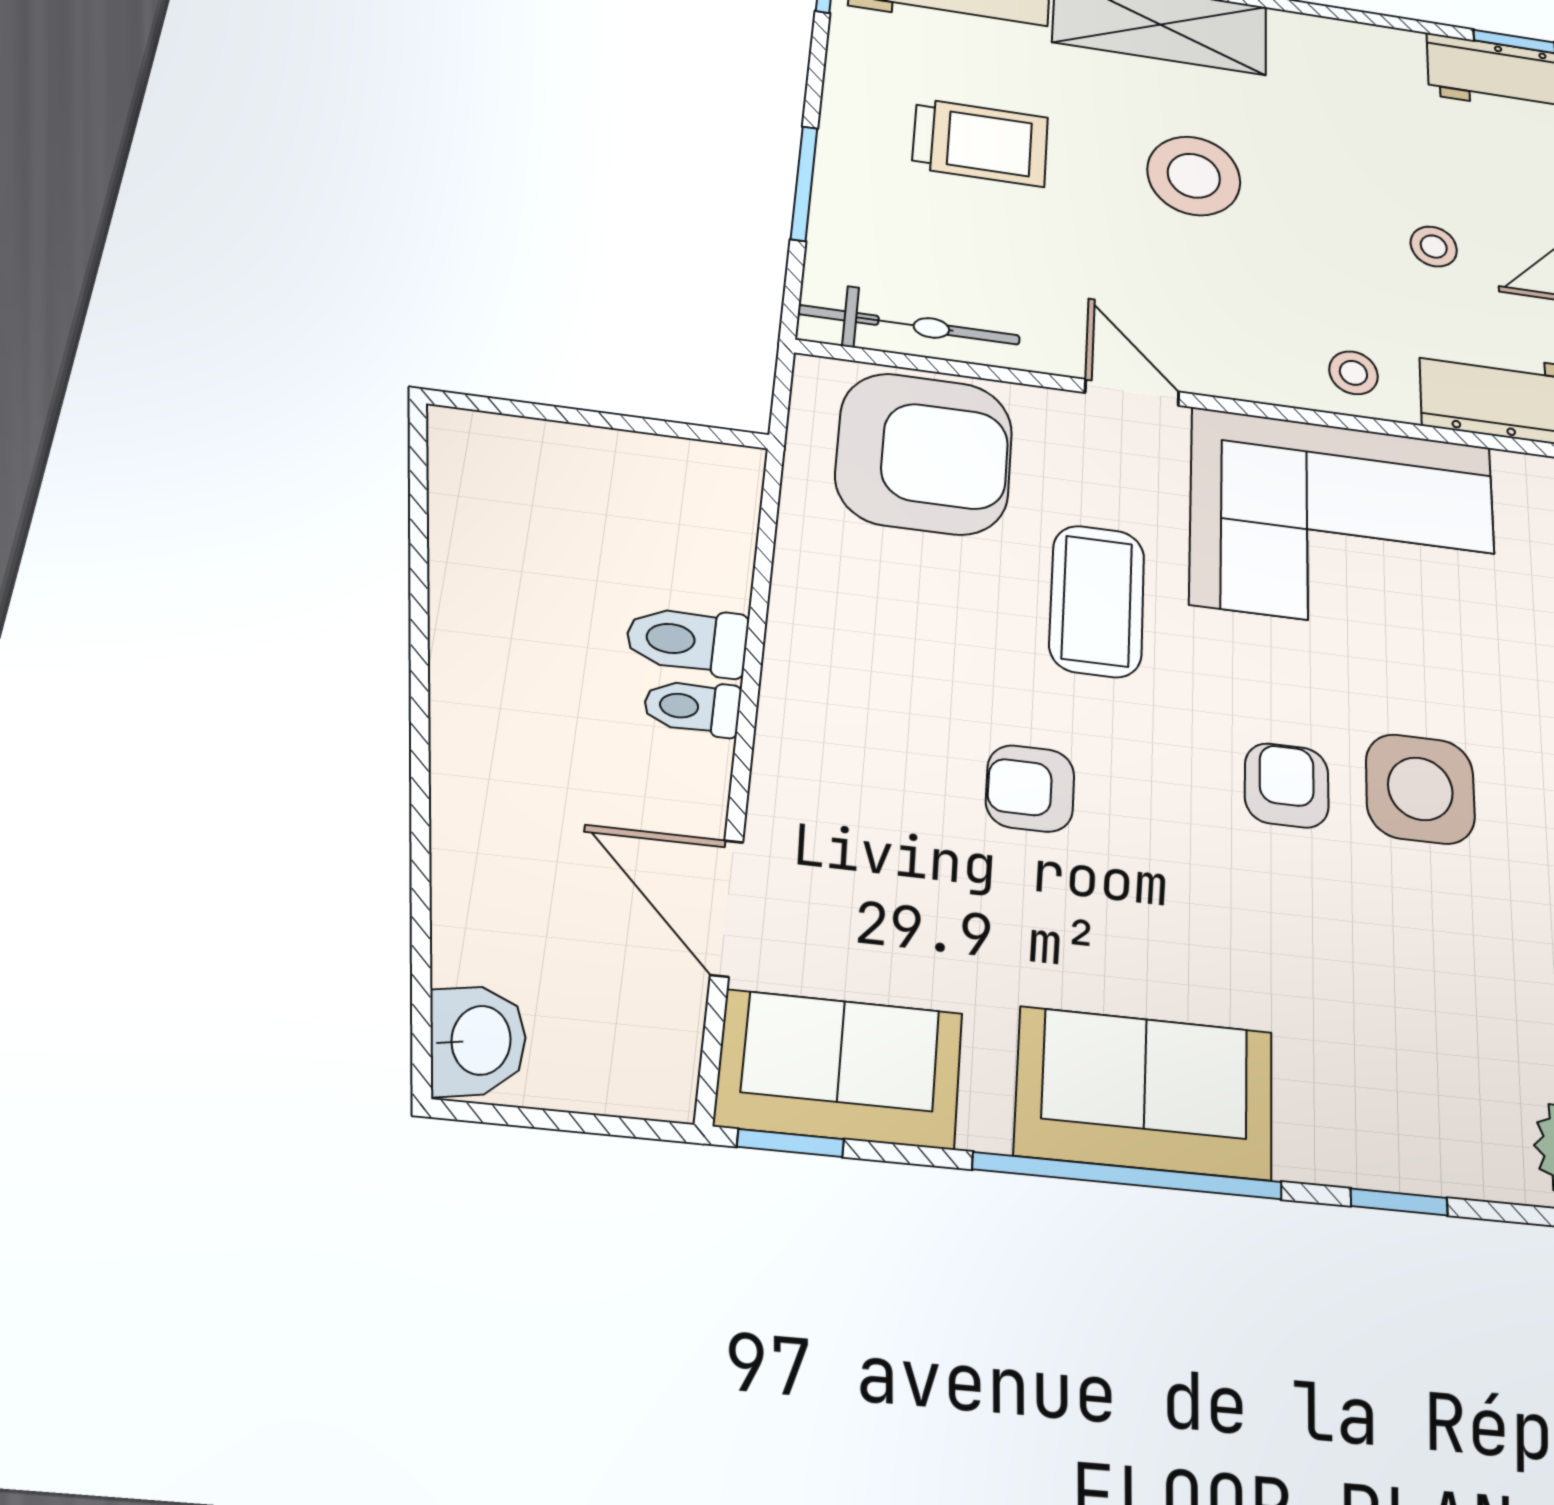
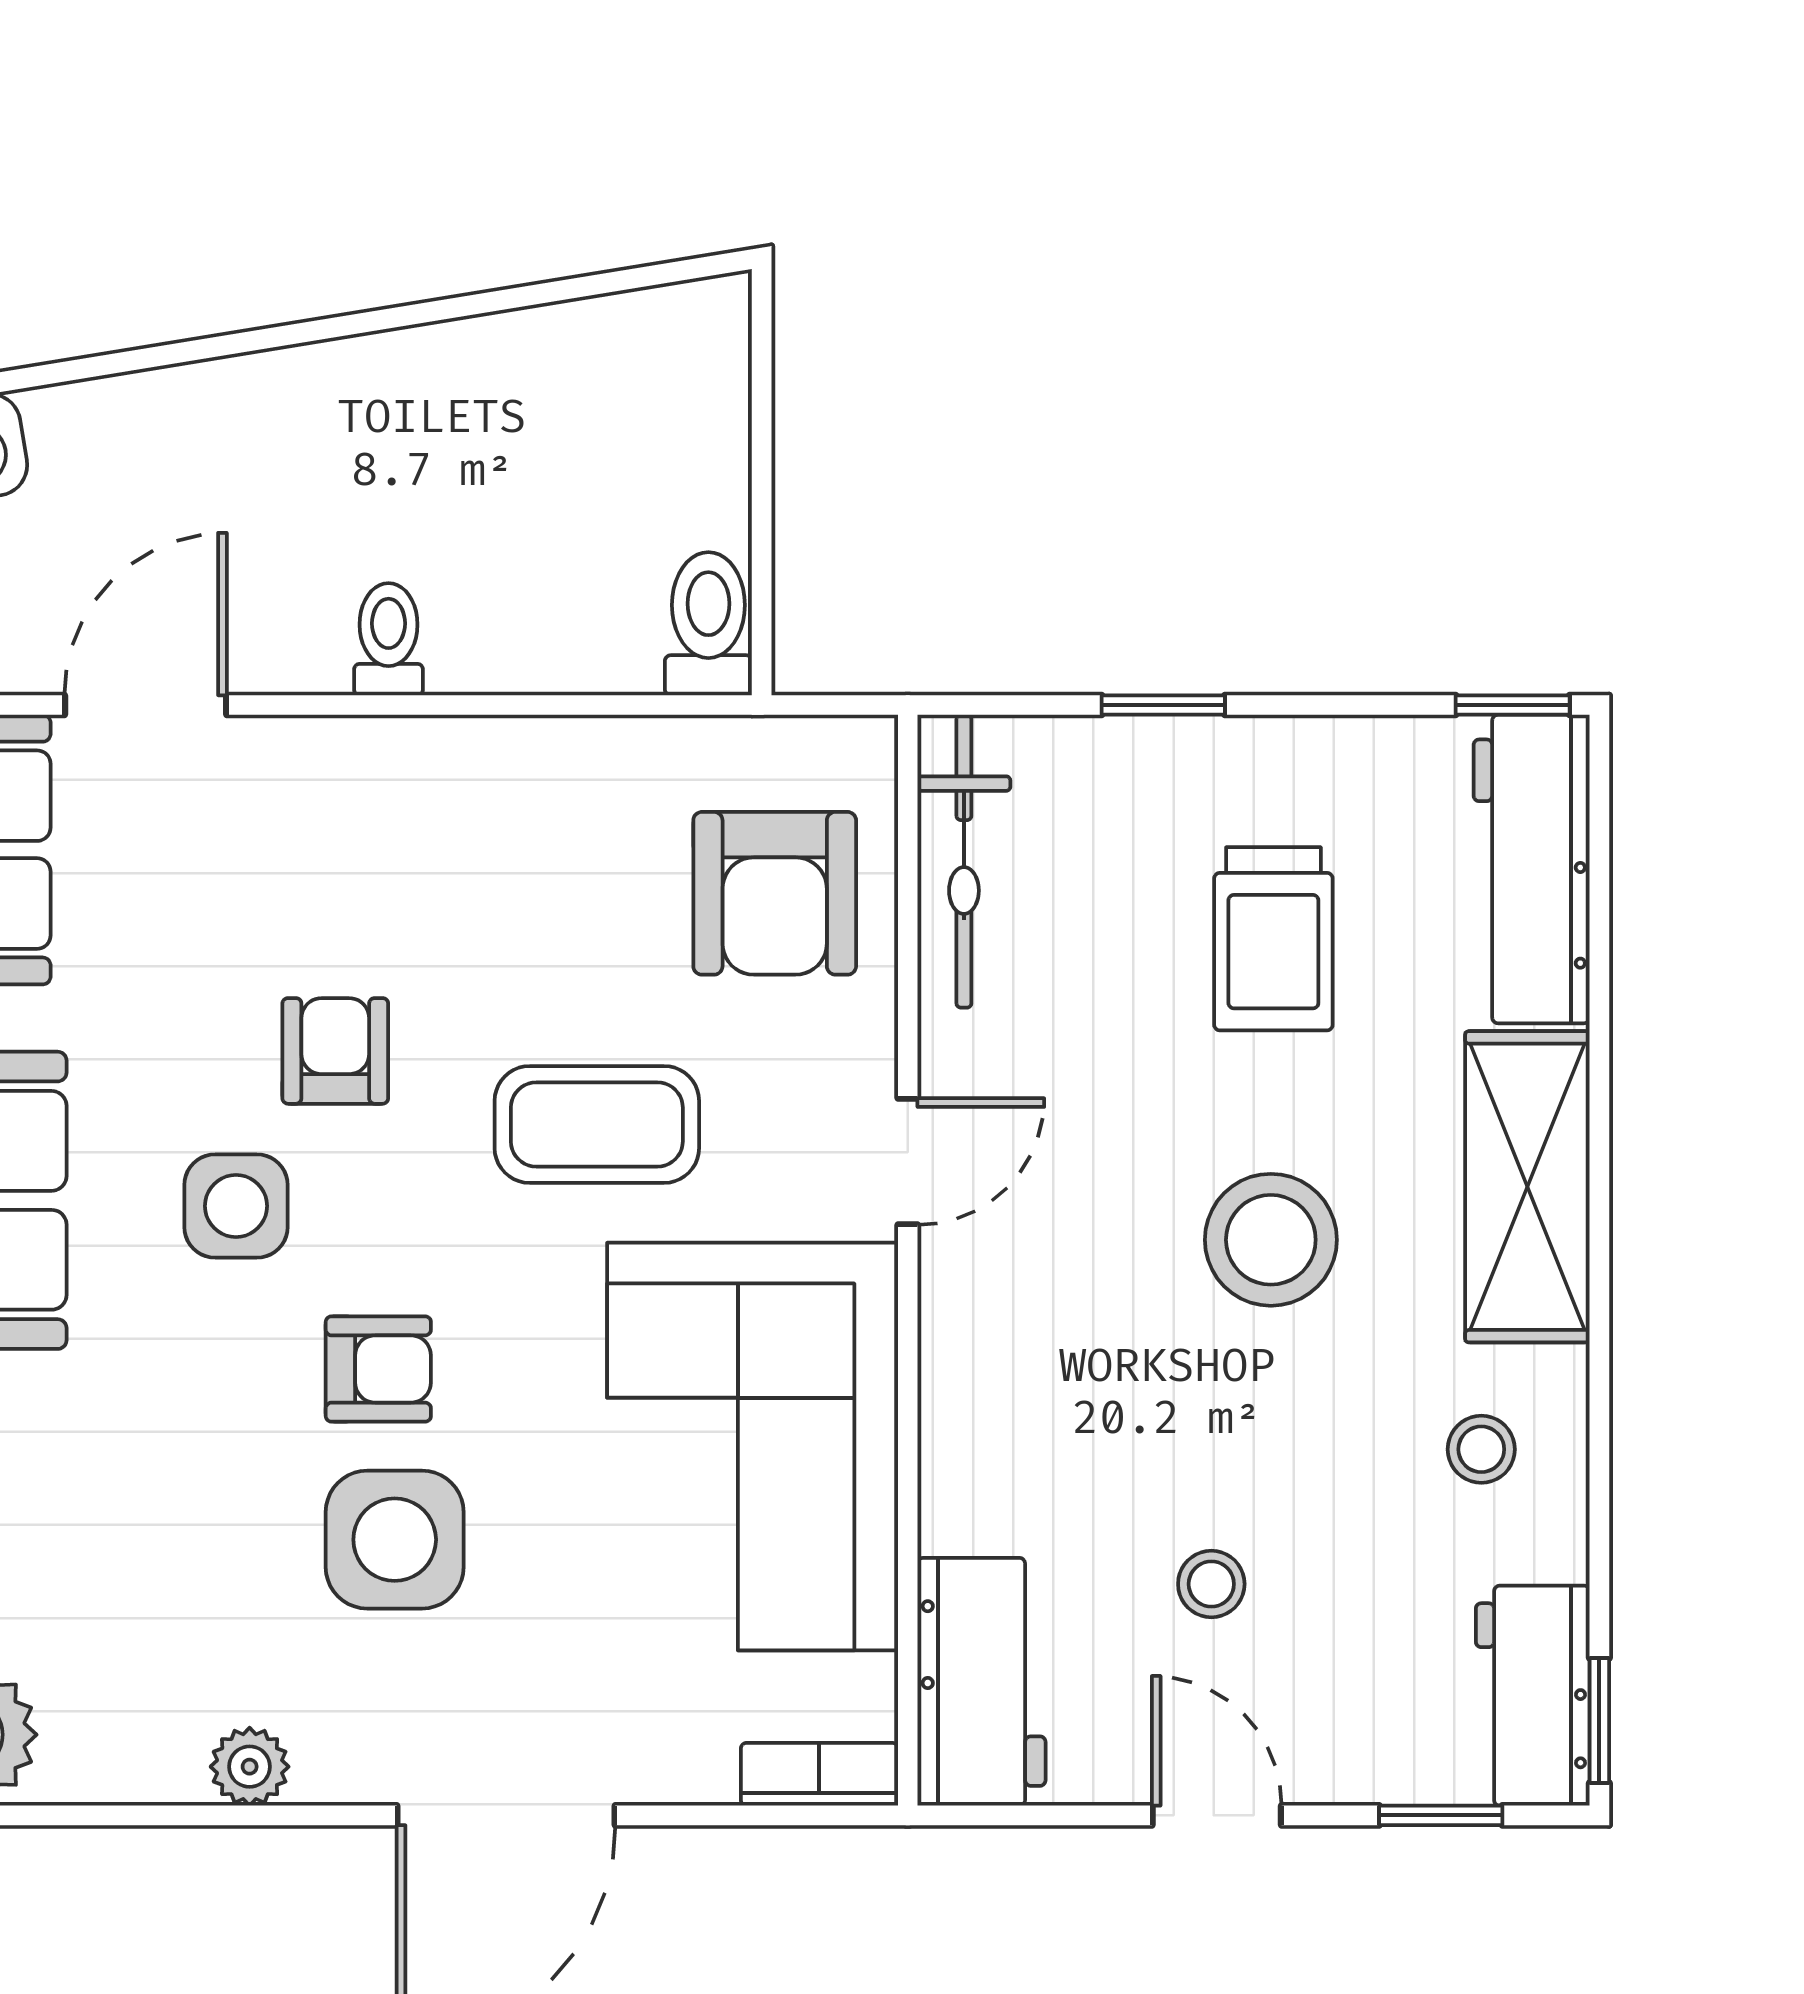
window: (804, 183) -> (1163, 705), width x0.67
stool: (1353, 373) -> (1481, 1449), moved
armchair: (924, 453) -> (775, 893), width x0.73, depth x0.73
toilet: (687, 640) -> (708, 624), moved
side table: (1154, 881) -> (236, 1206), added

